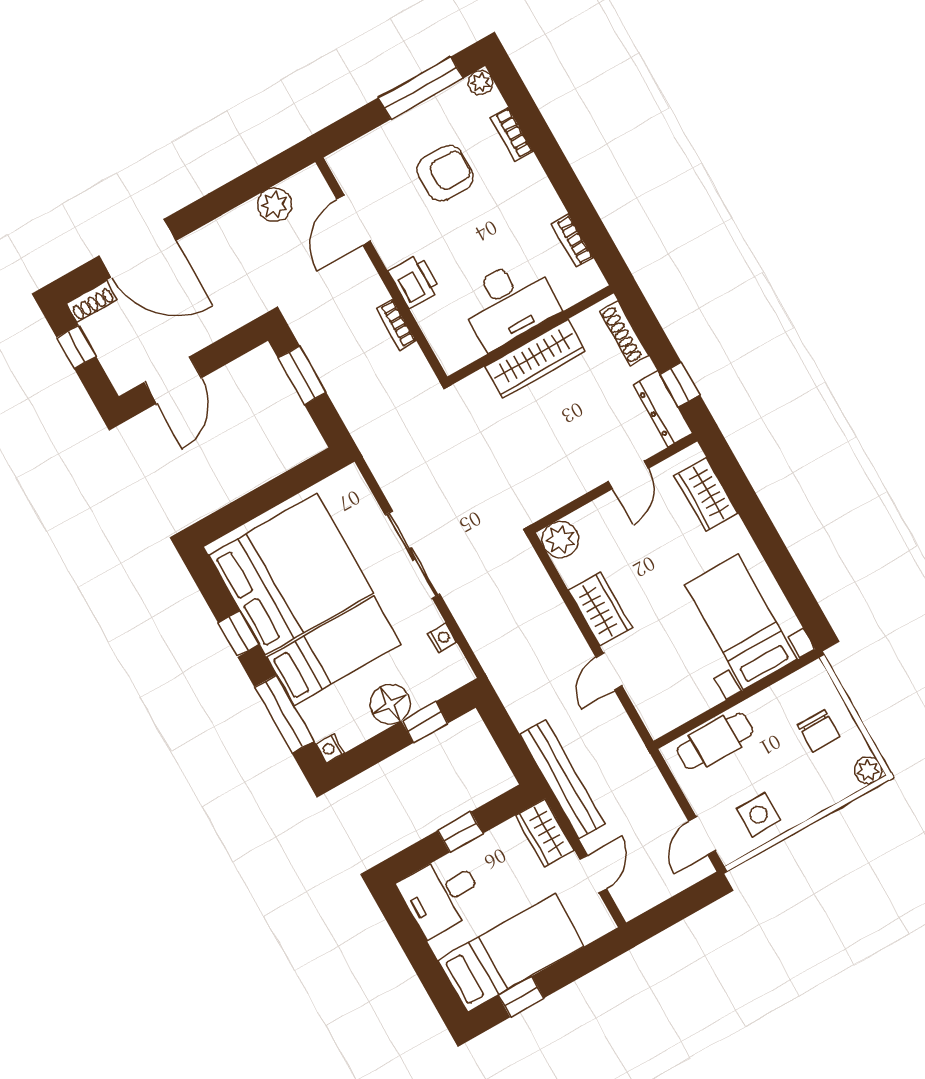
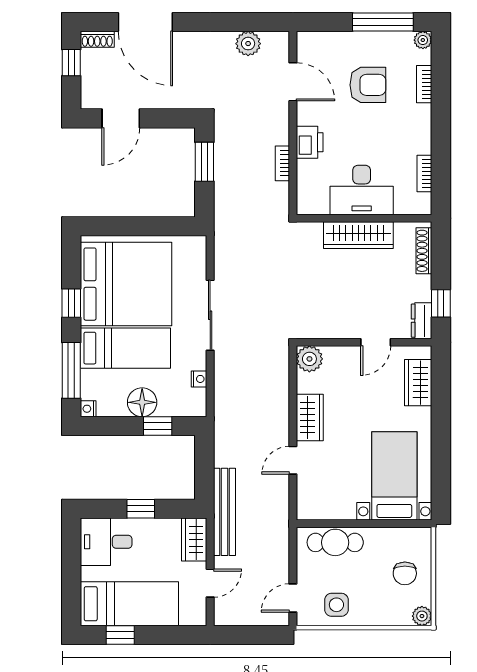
door: (354, 220) -> (293, 82), swing flipped
dresser: (663, 409) -> (422, 321), width x0.70

